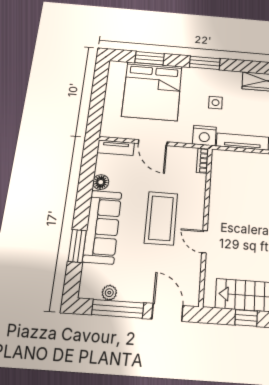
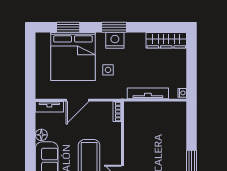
side table: (216, 103) -> (108, 70), moved
nightstand: (204, 136) -> (115, 40), moved, turned 180
door: (153, 143) -> (78, 100), hinge flipped

